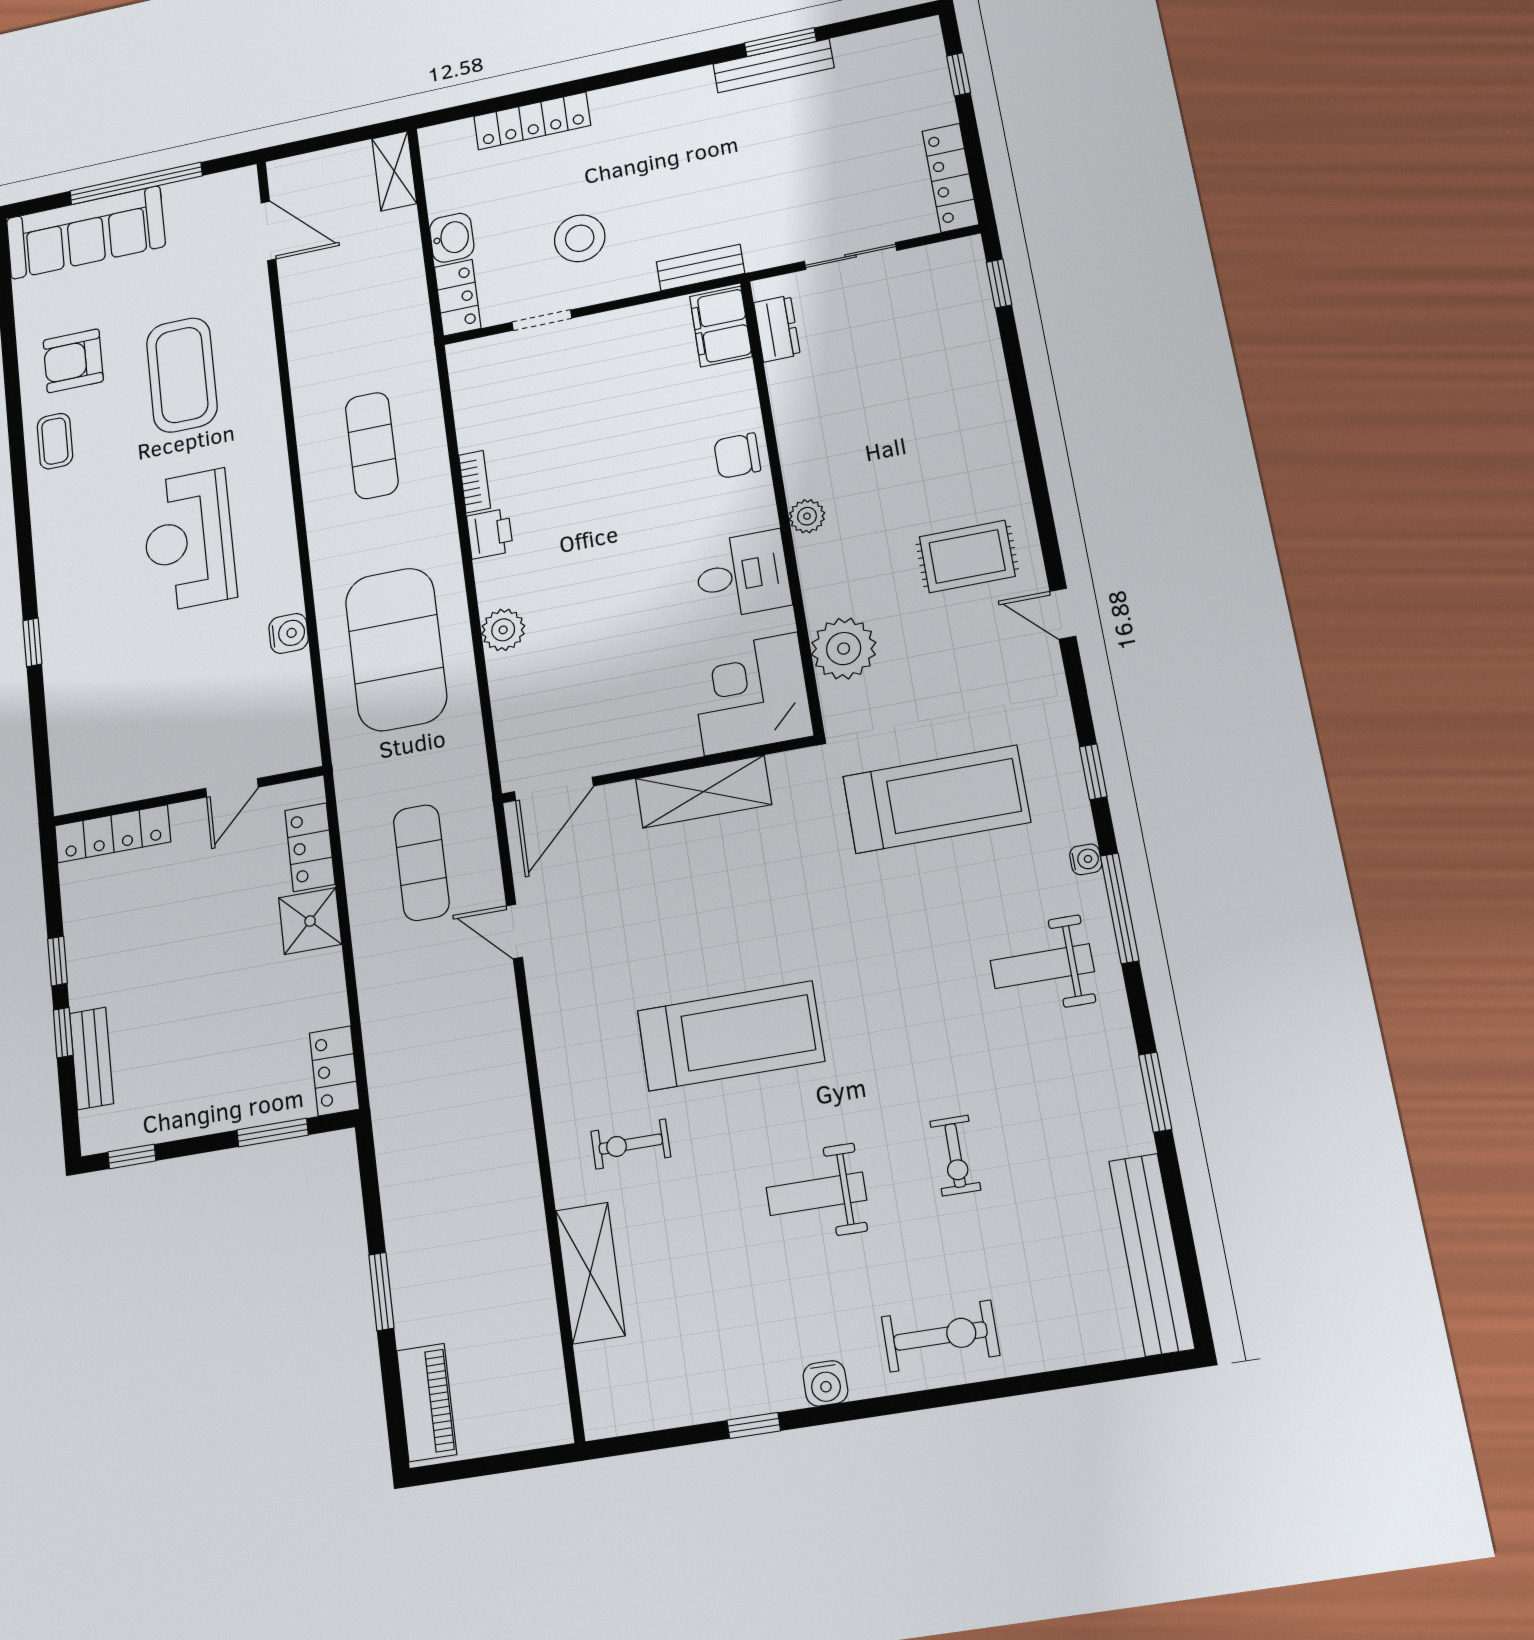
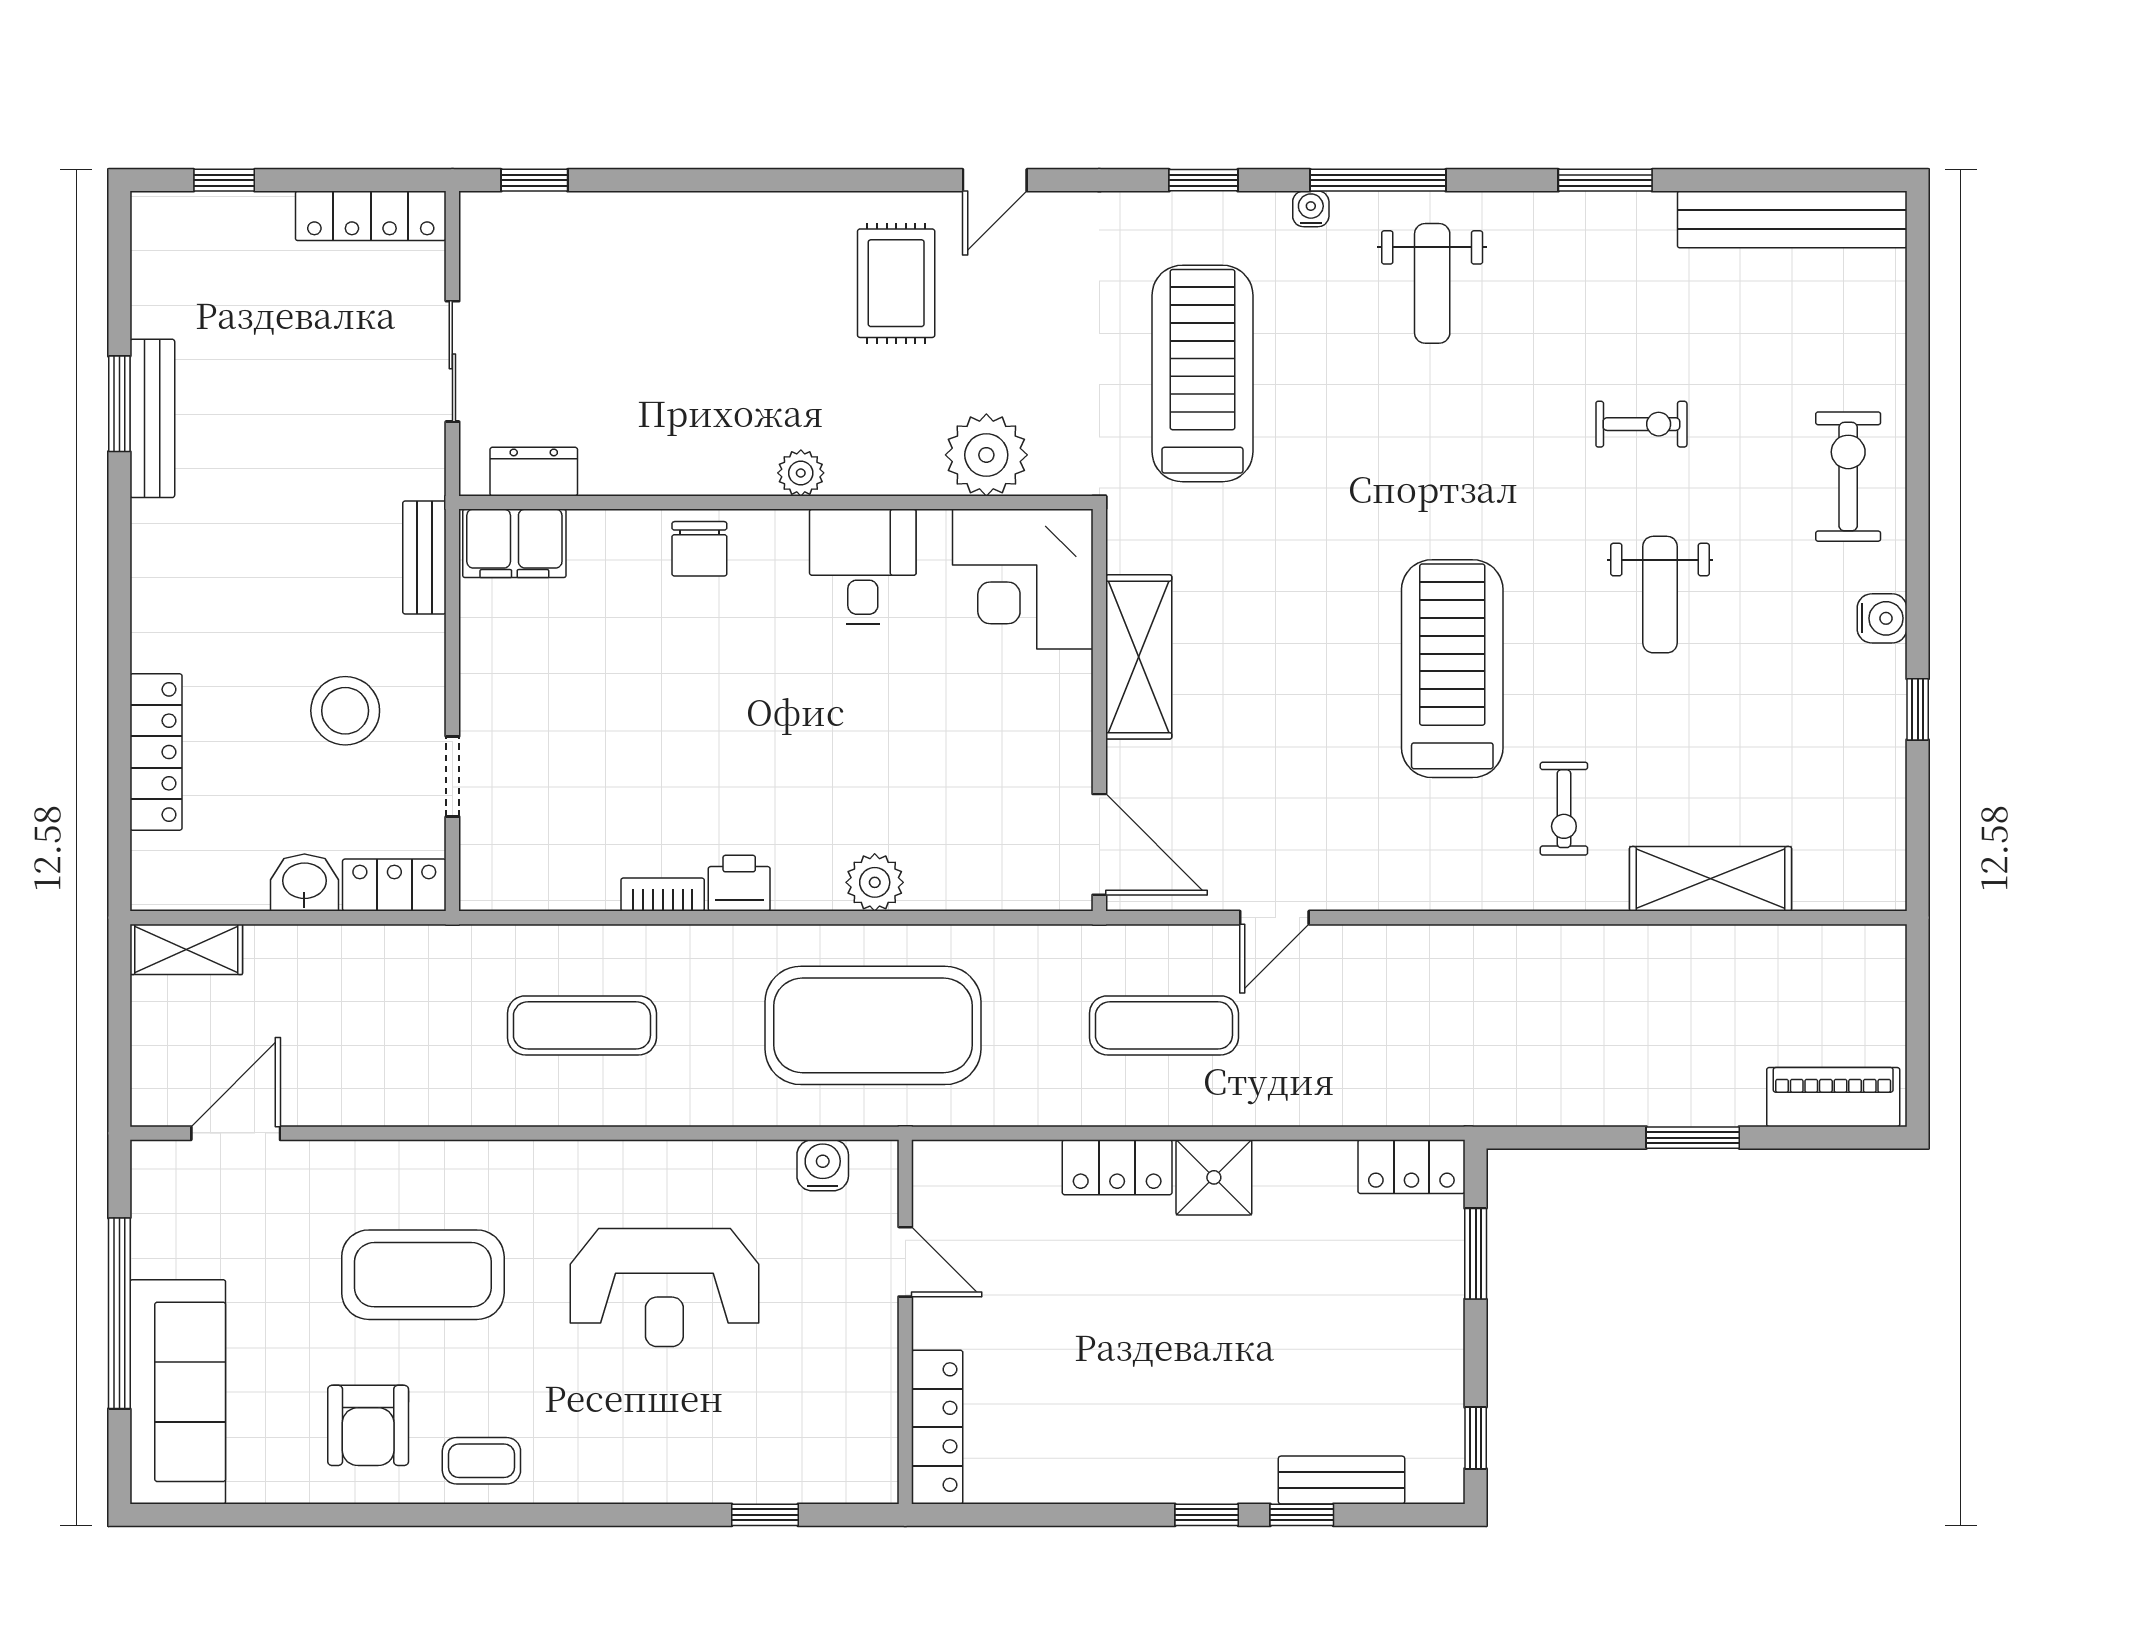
door: (232, 788) -> (905, 1262), moved
wall: (188, 796) -> (905, 1322), moved
locker: (113, 834) -> (937, 1427), moved

